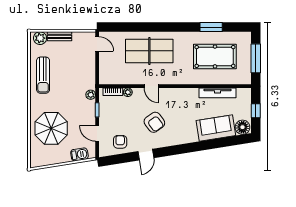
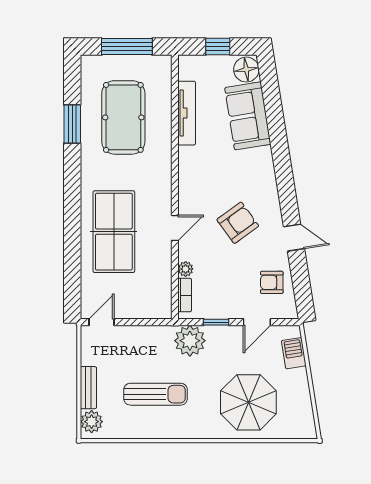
sun lounger: (43, 75) -> (156, 394), moved
plant: (91, 95) -> (190, 341), width x1.88, depth x1.88

